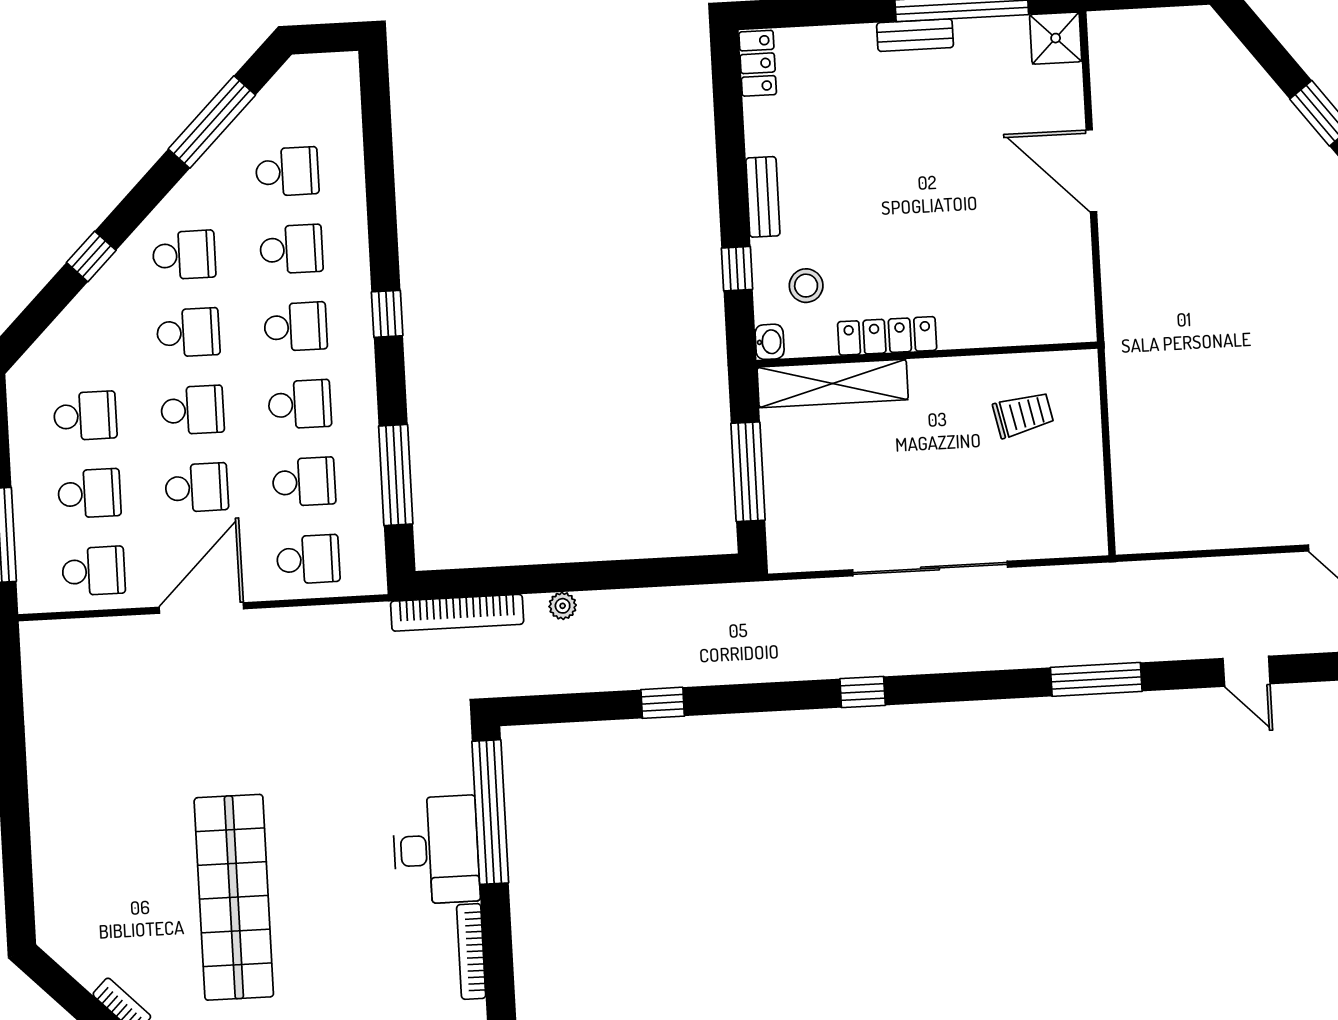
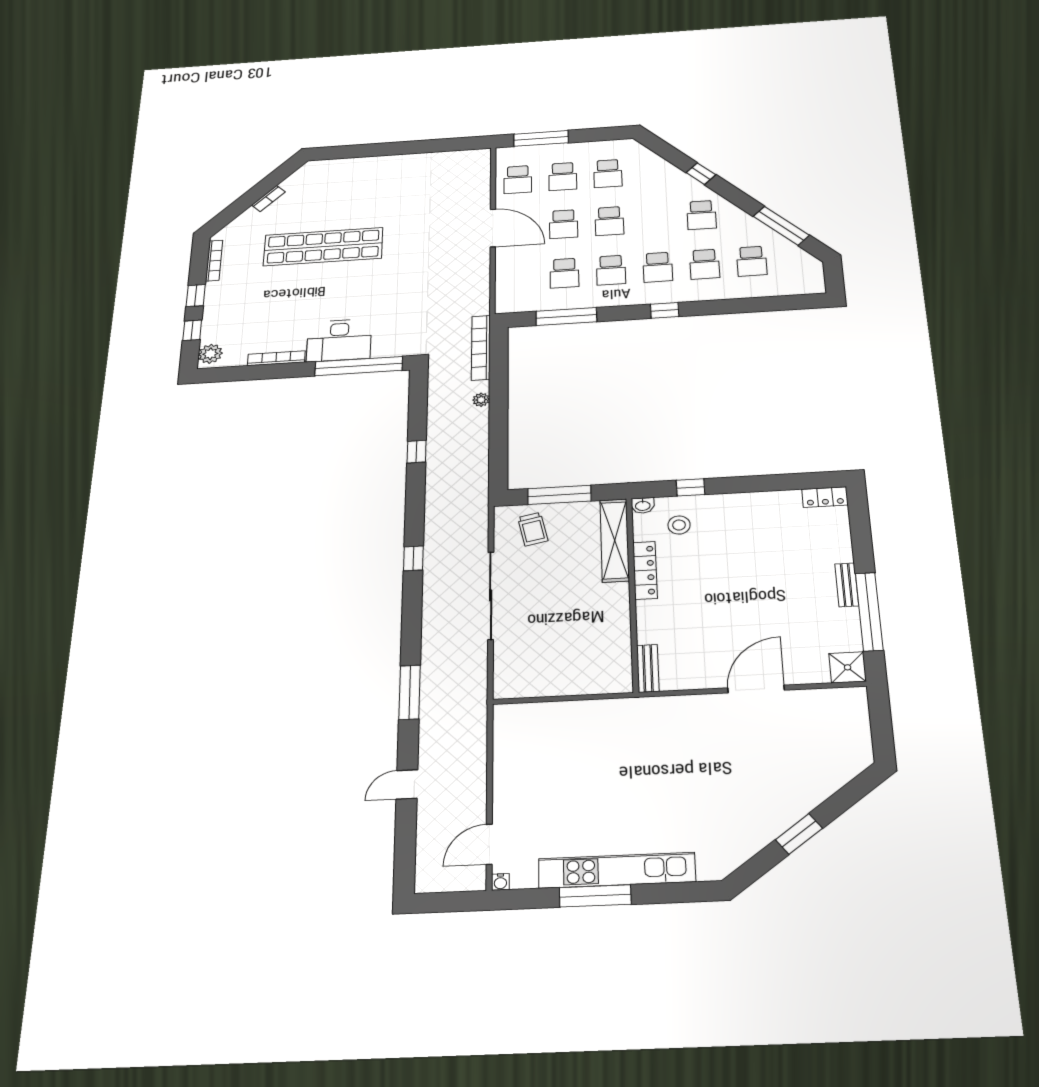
bench: (763, 197) -> (648, 668), moved, turned 90
school desk: (188, 333) -> (655, 218), removed
trolley: (1023, 415) -> (533, 529), moved
school desk: (308, 559) -> (518, 276), removed

